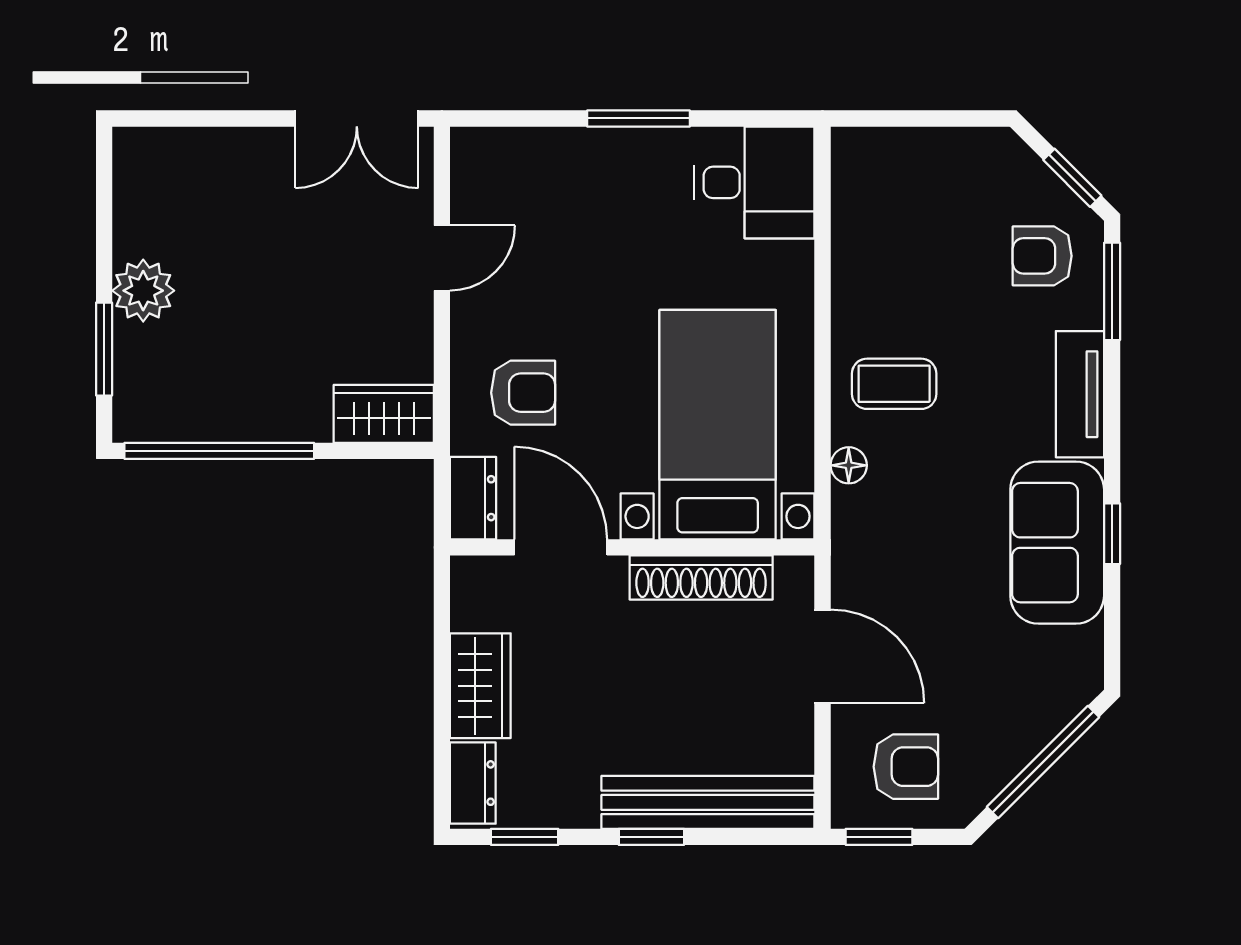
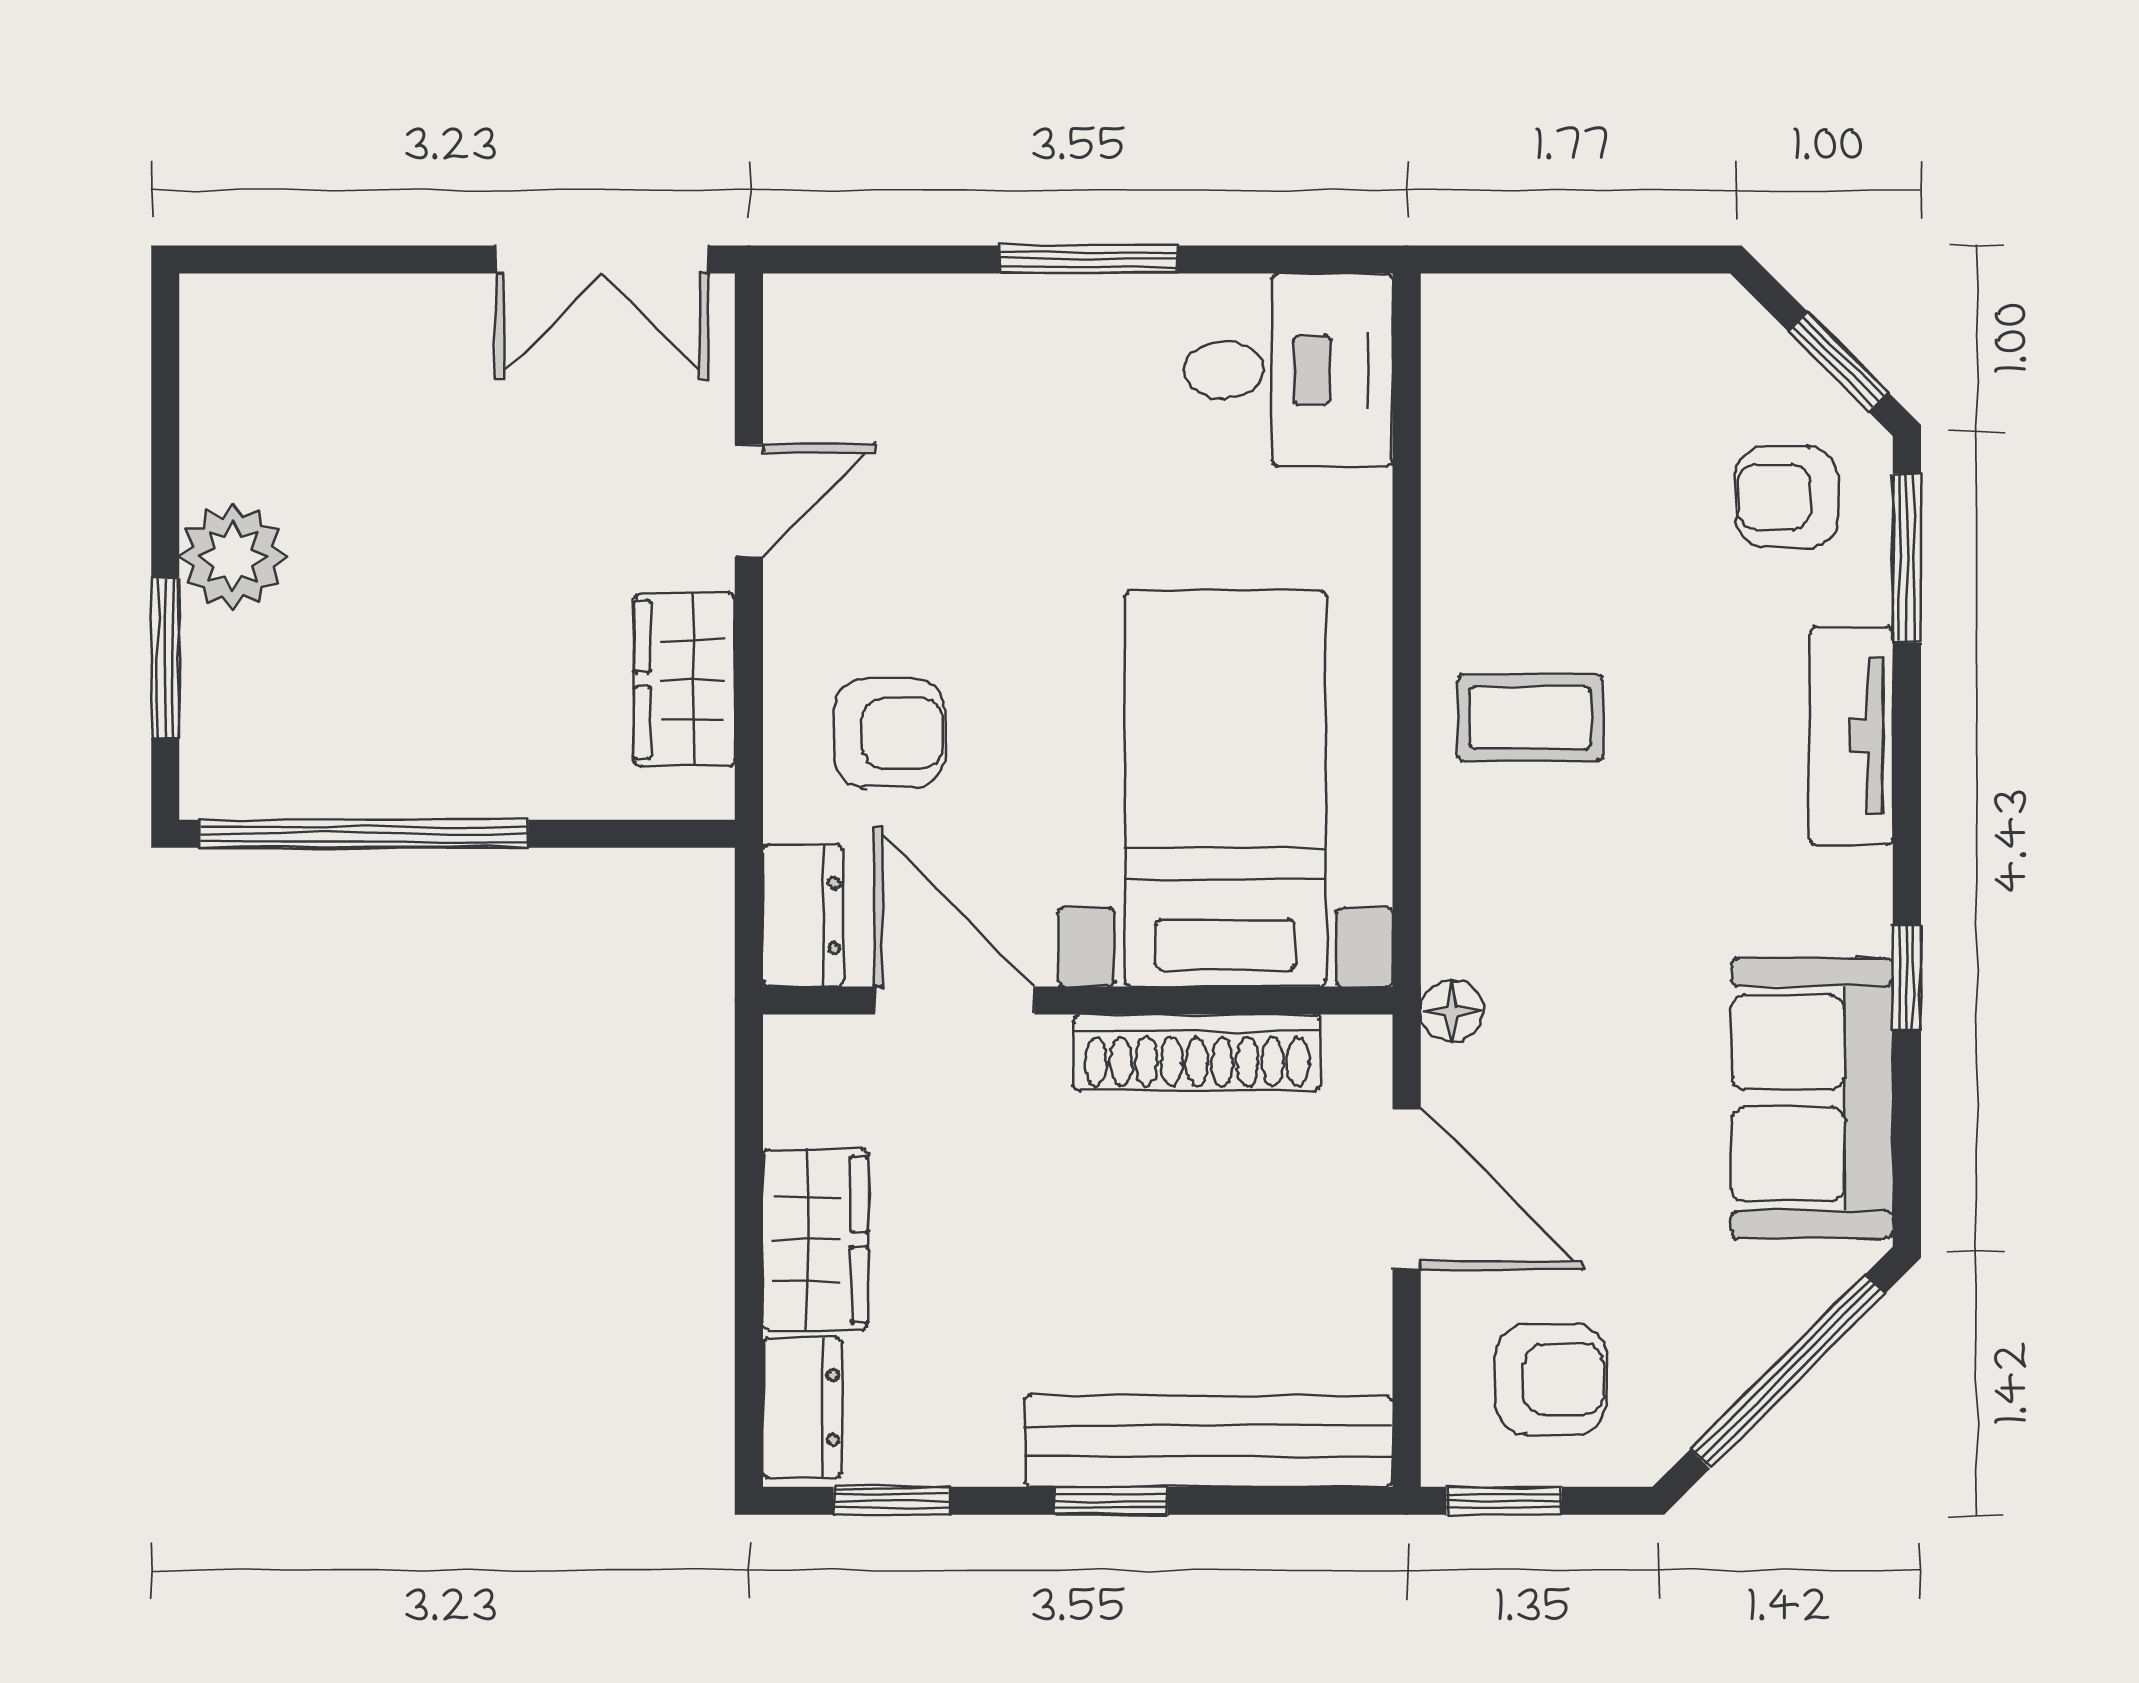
wardrobe: (384, 414) -> (685, 680), moved, turned -90
floor lamp: (849, 465) -> (1452, 1011), moved
sofa: (1057, 543) -> (1812, 1098), moved

